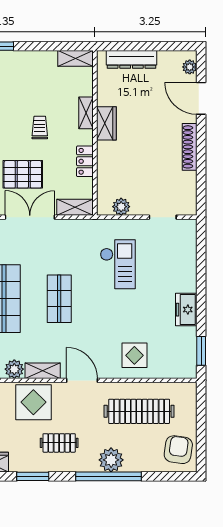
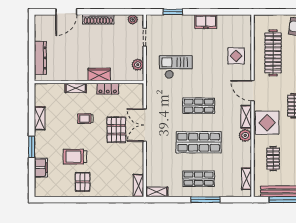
shelving: (76, 58) -> (40, 118), moved
plant: (190, 67) -> (133, 19), moved
wardrobe: (106, 123) -> (99, 75), moved
shelving: (75, 207) -> (138, 95), removed
window: (201, 351) -> (173, 12), moved
door: (82, 380) -> (253, 91), hinge flipped

